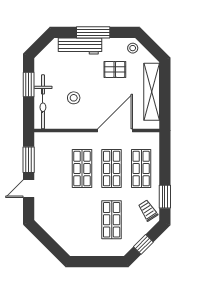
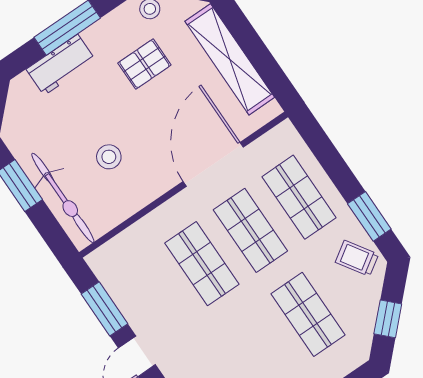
workbench: (80, 46) -> (61, 65), width x0.73

